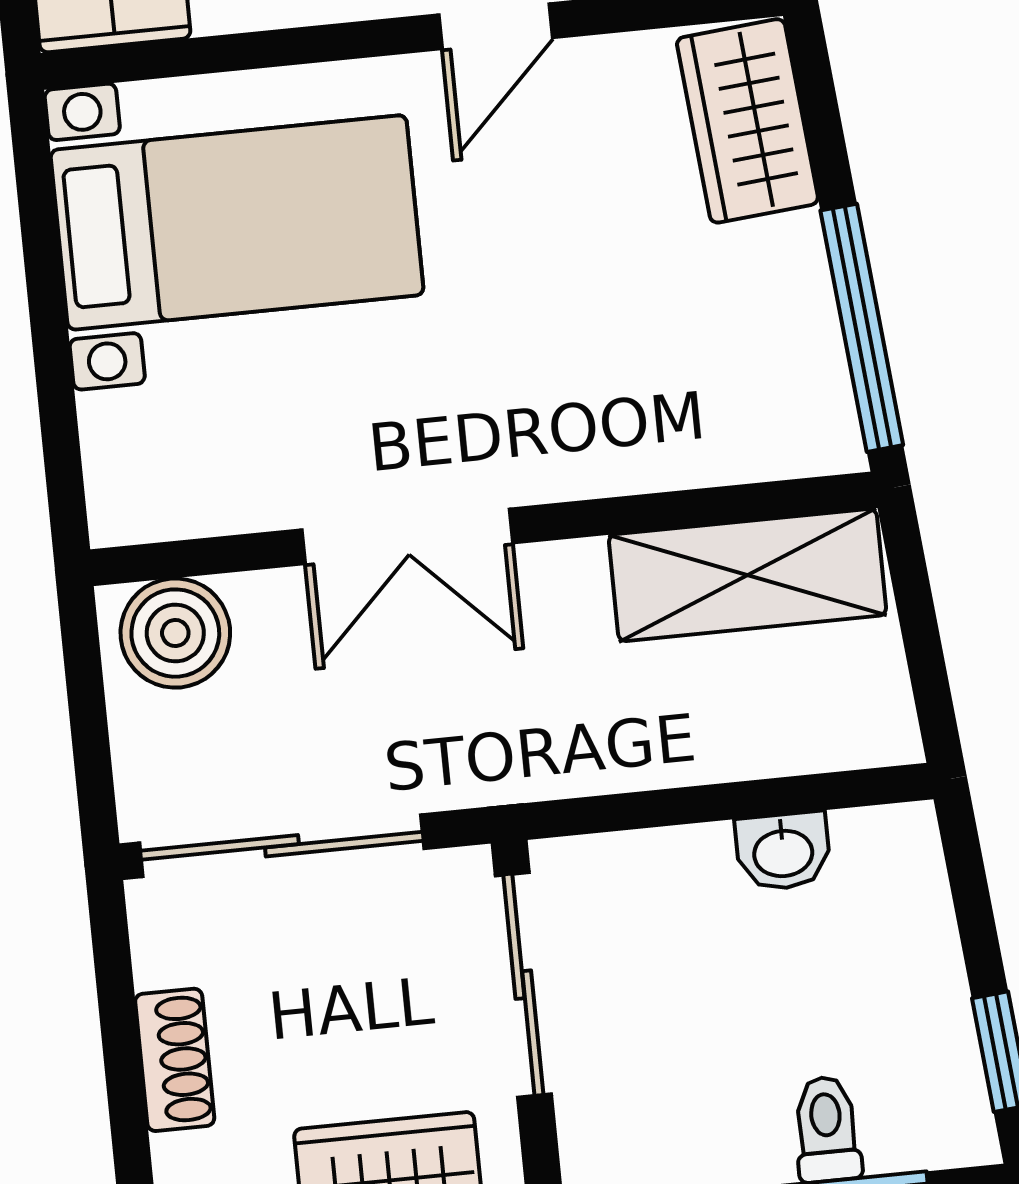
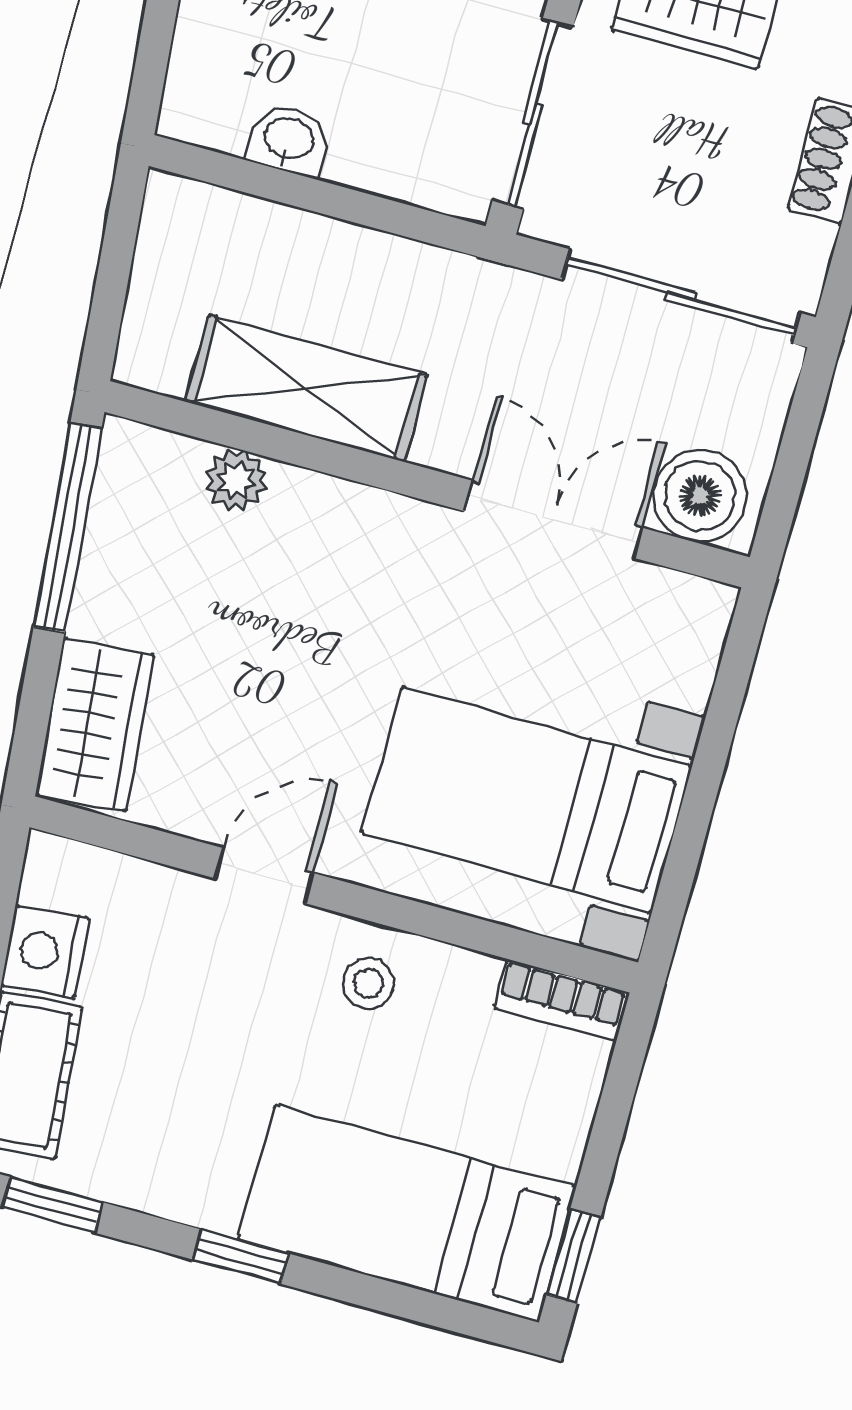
plant: (695, 452) -> (236, 481), added
double door: (407, 536) -> (553, 519), moved
shelving: (748, 575) -> (306, 388), moved

